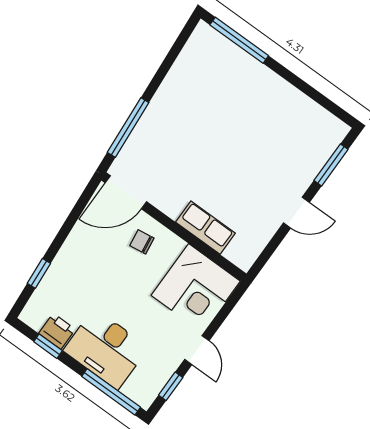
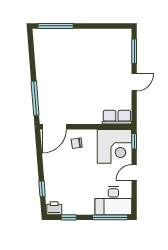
row of seats: (205, 228) -> (117, 117), moved
printer: (57, 331) -> (54, 208), moved
desk: (106, 349) -> (113, 201), moved
door: (197, 350) -> (134, 173), swing flipped
window: (171, 386) -> (134, 141), moved

